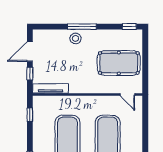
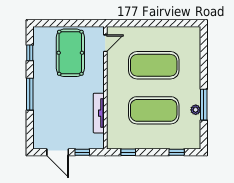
window: (129, 27) -> (30, 53), moved
stool: (75, 38) -> (43, 101), removed
tv unit: (50, 88) -> (99, 113), moved

